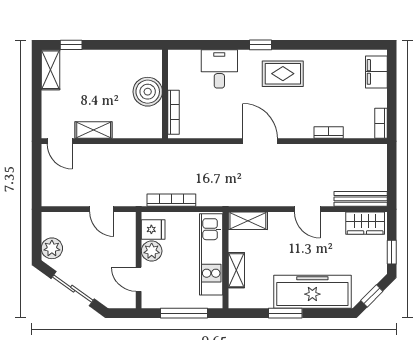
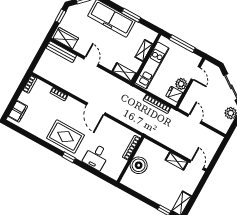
rug: (283, 74) -> (65, 137), width x1.36, depth x1.43

